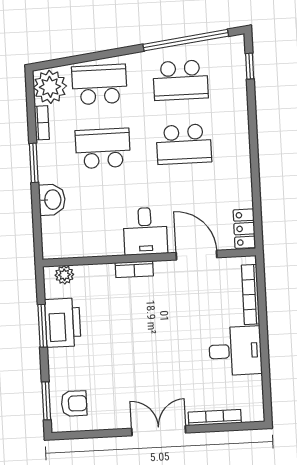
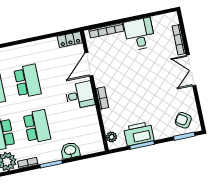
school desk: (103, 148) -> (37, 126), turned 180
armchair: (74, 404) -> (183, 120), turned -58

